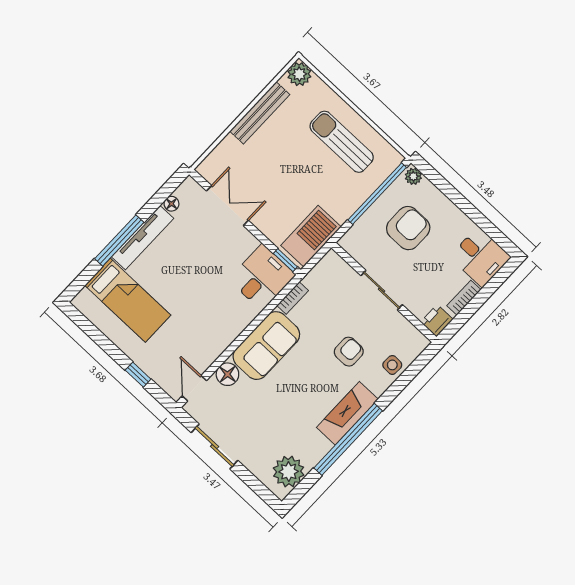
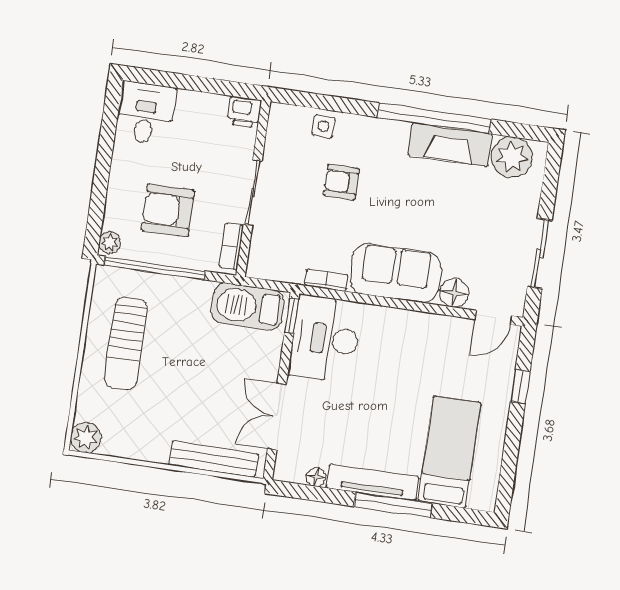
bench: (260, 113) -> (214, 459), moved
desk: (262, 277) -> (325, 339), width x1.37
bookcase: (464, 298) -> (231, 246), moved, turned 90
fireplace: (347, 413) -> (450, 144), moved

